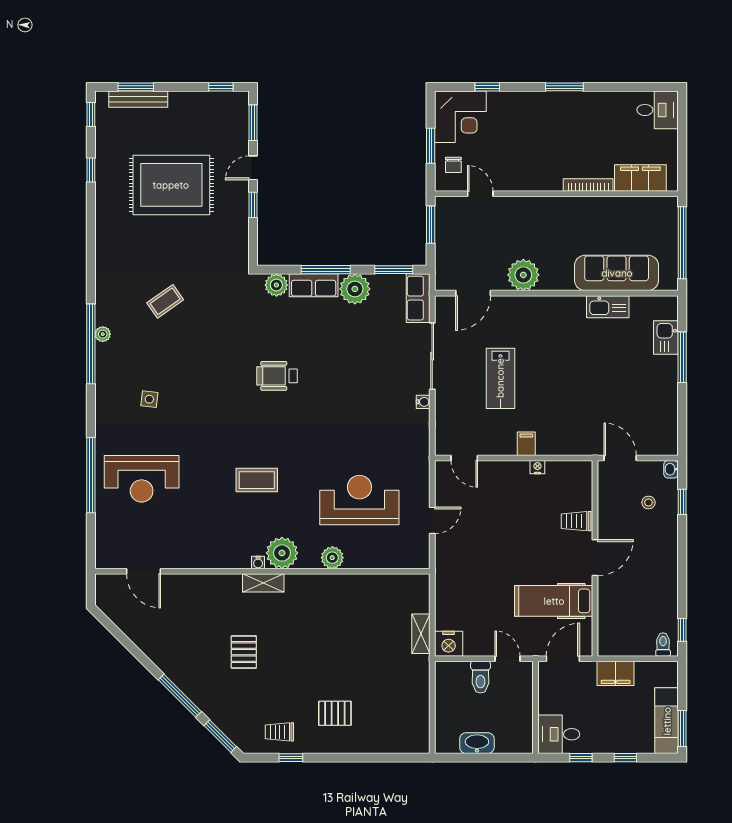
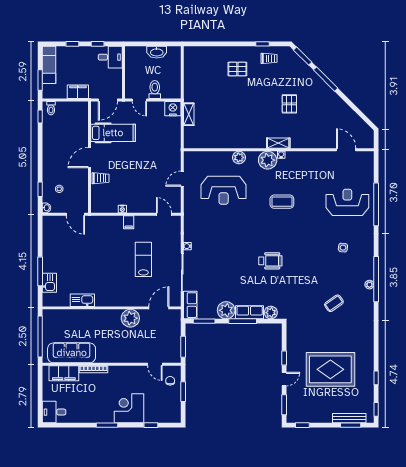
corner desk: (460, 117) -> (129, 408), moved
sofa: (617, 273) -> (72, 353), moved, turned 180
window: (682, 728) -> (40, 80), moved

